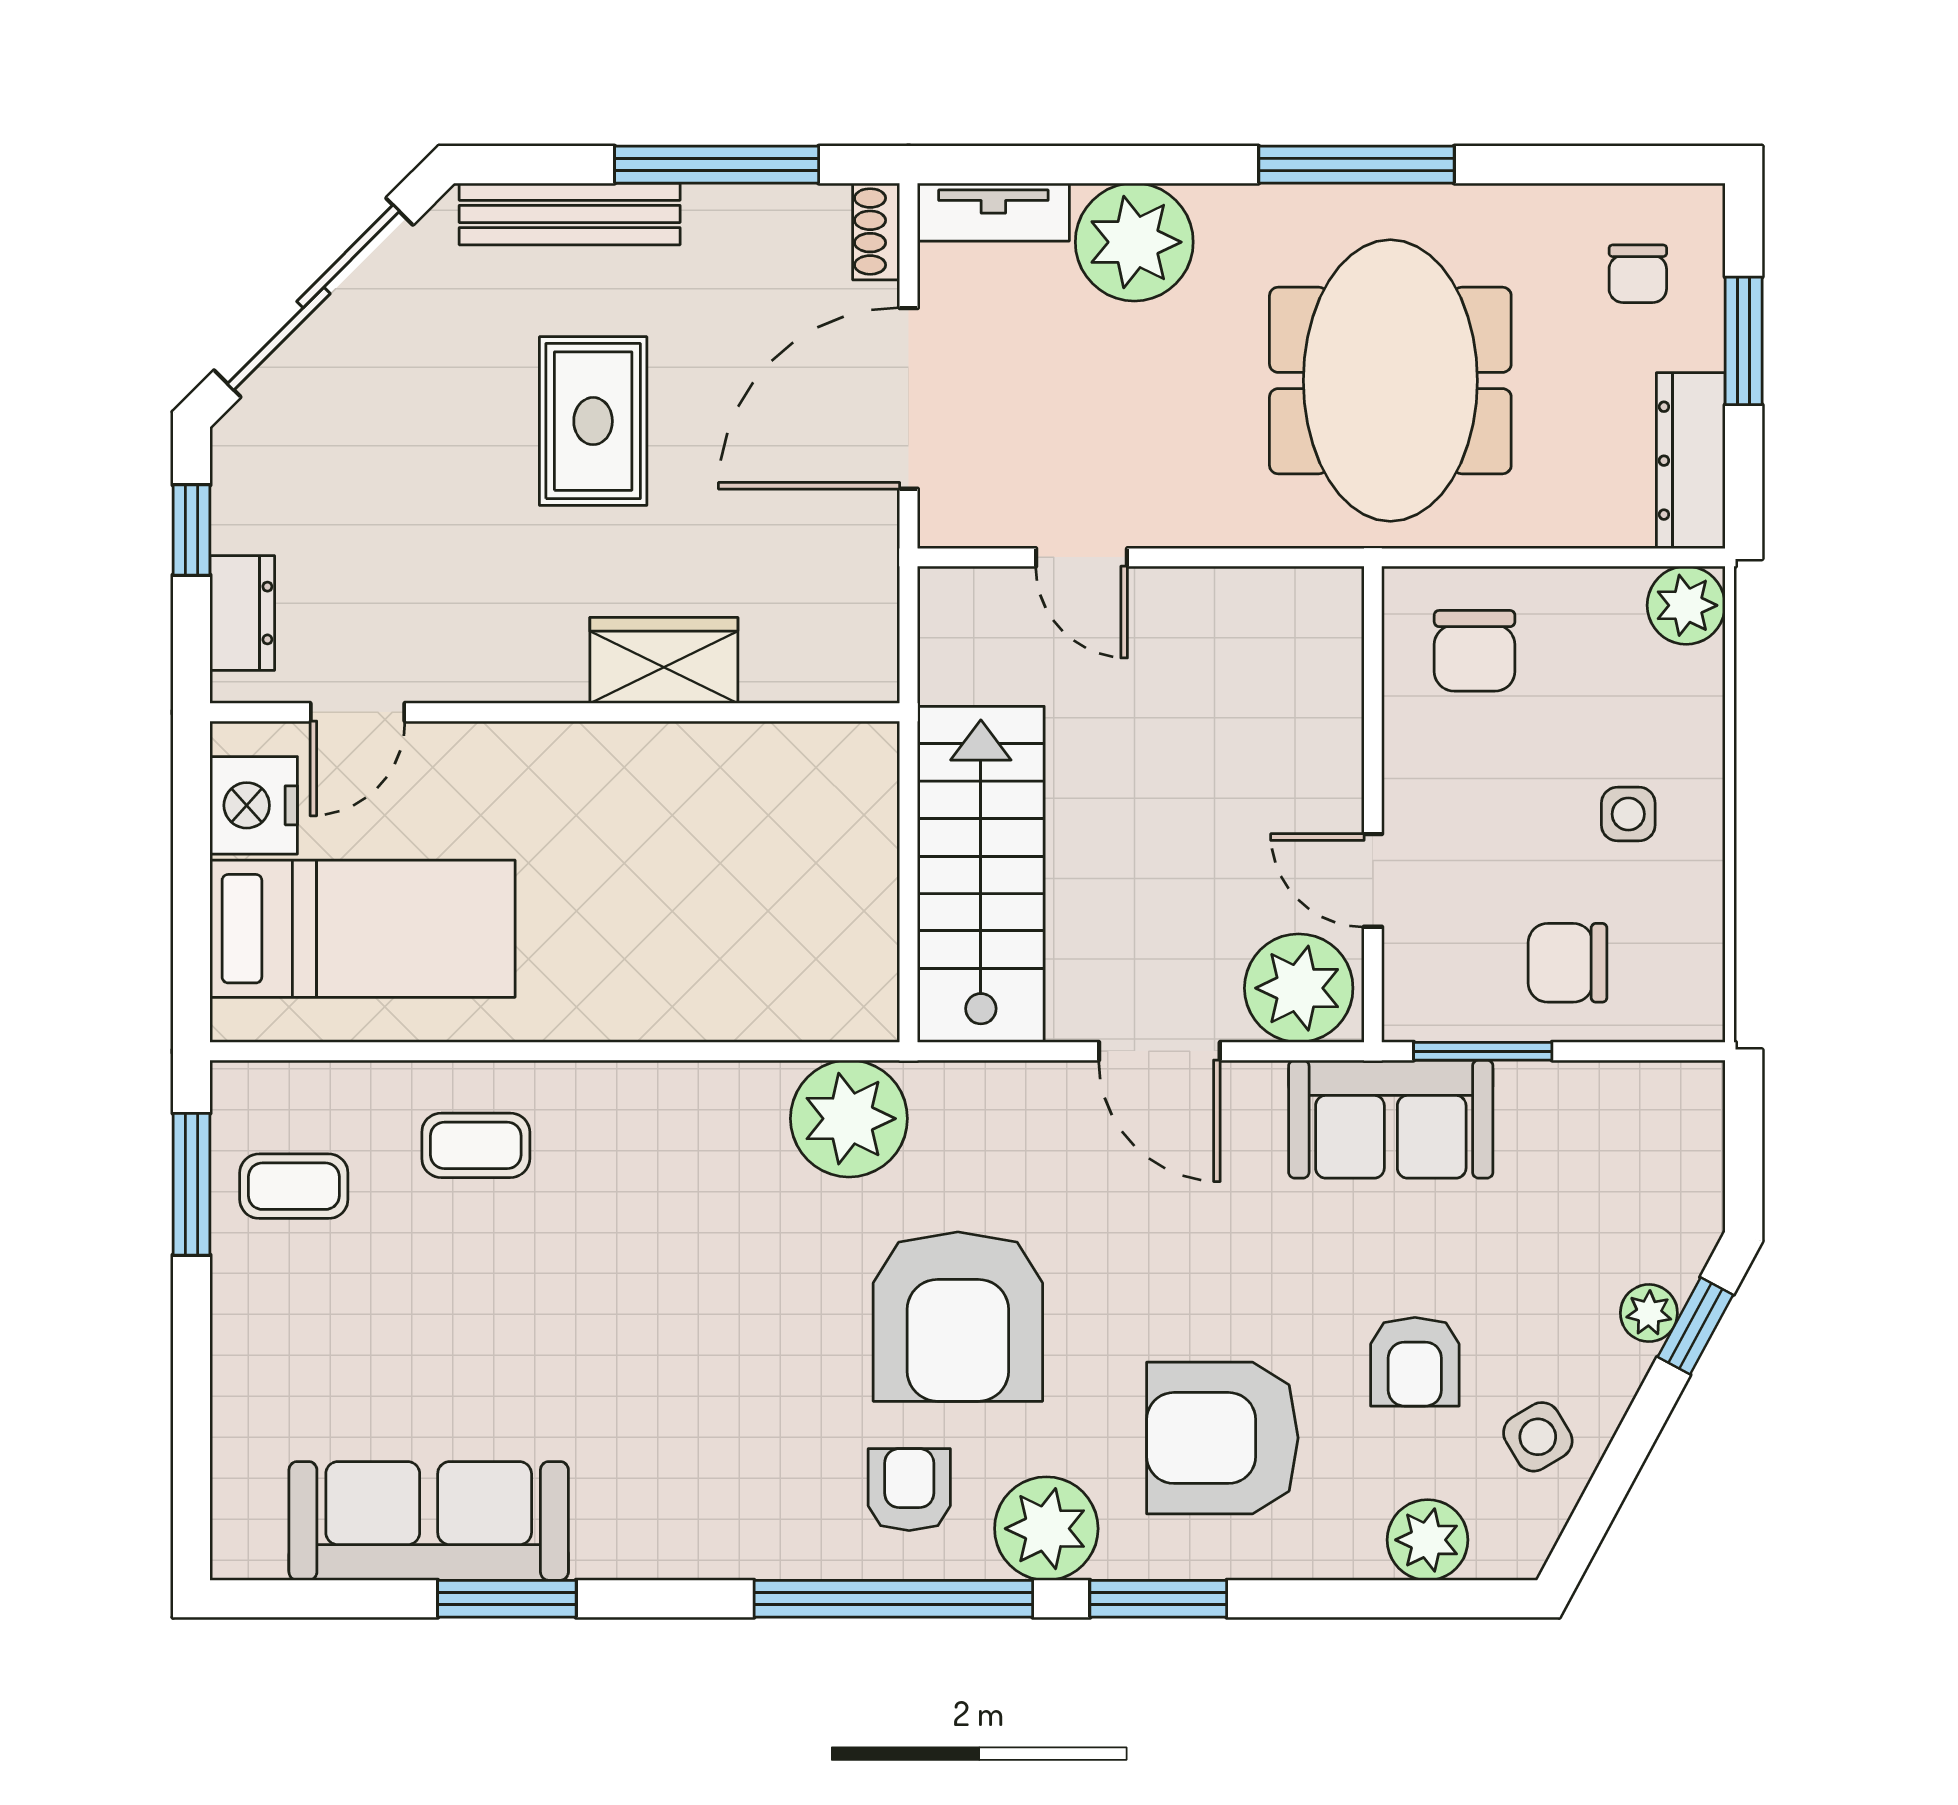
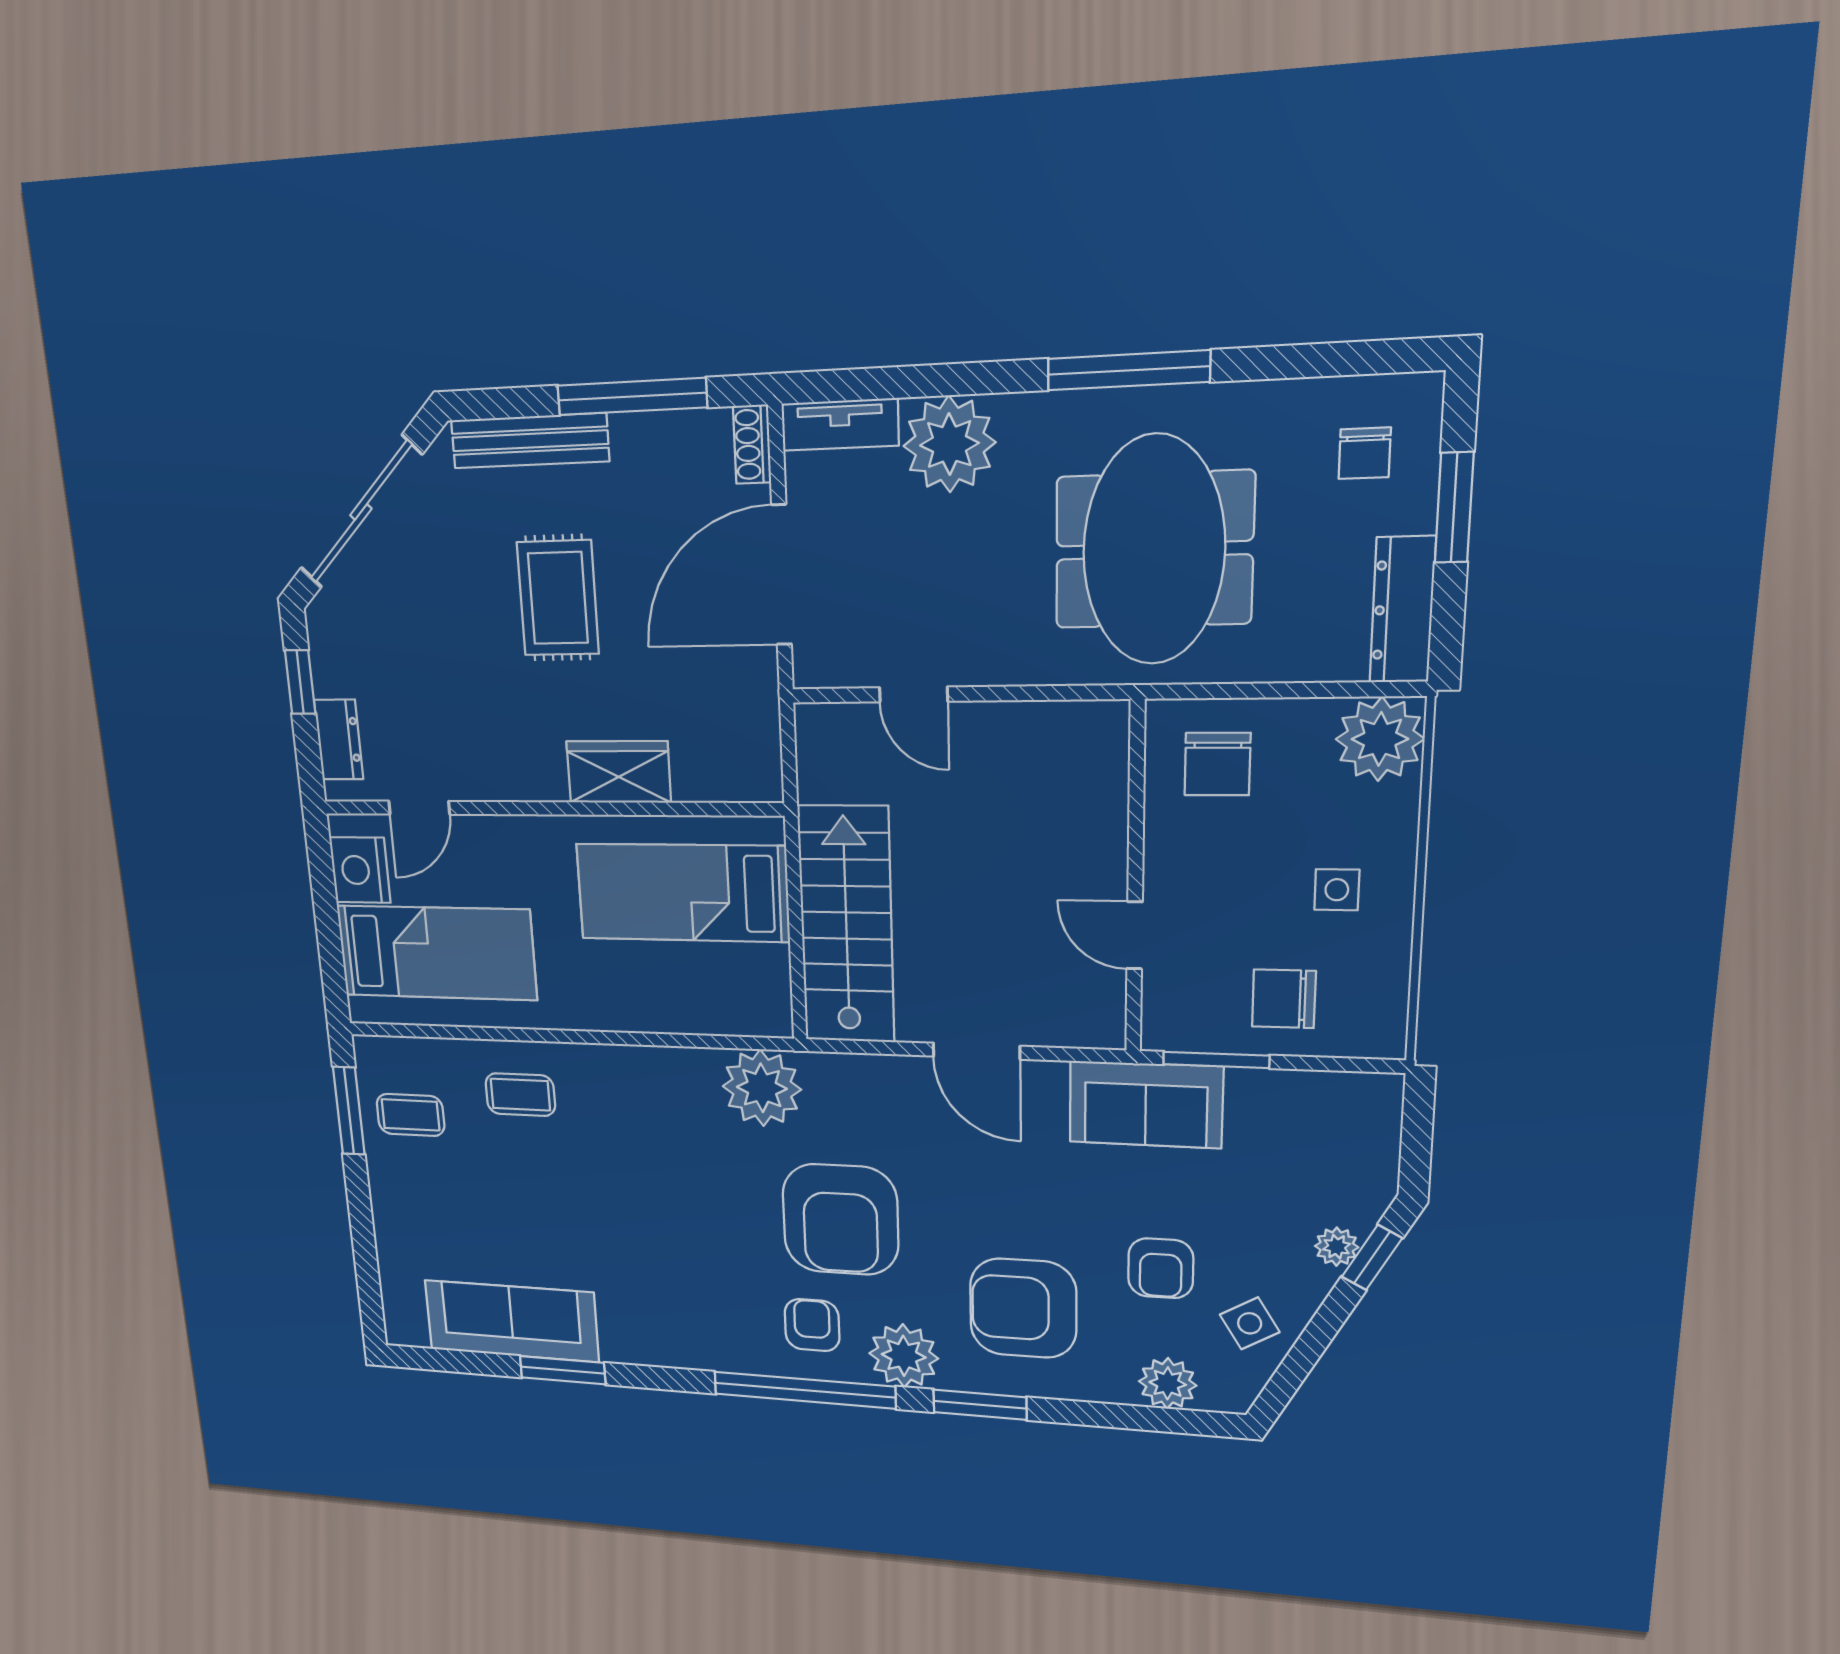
plant: (1686, 605) -> (1380, 739), width x1.36, depth x1.36
bed: (747, 832) -> (682, 893), added
plant: (1299, 988) -> (1078, 1011), removed

